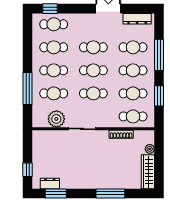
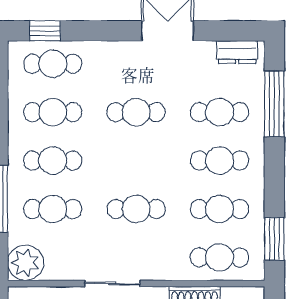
dresser: (137, 19) -> (237, 52), width x0.70
window: (159, 55) -> (274, 104), moved
cafe table: (93, 70) -> (136, 161), removed
window: (159, 96) -> (274, 239), moved
plant: (56, 119) -> (25, 263), moved

